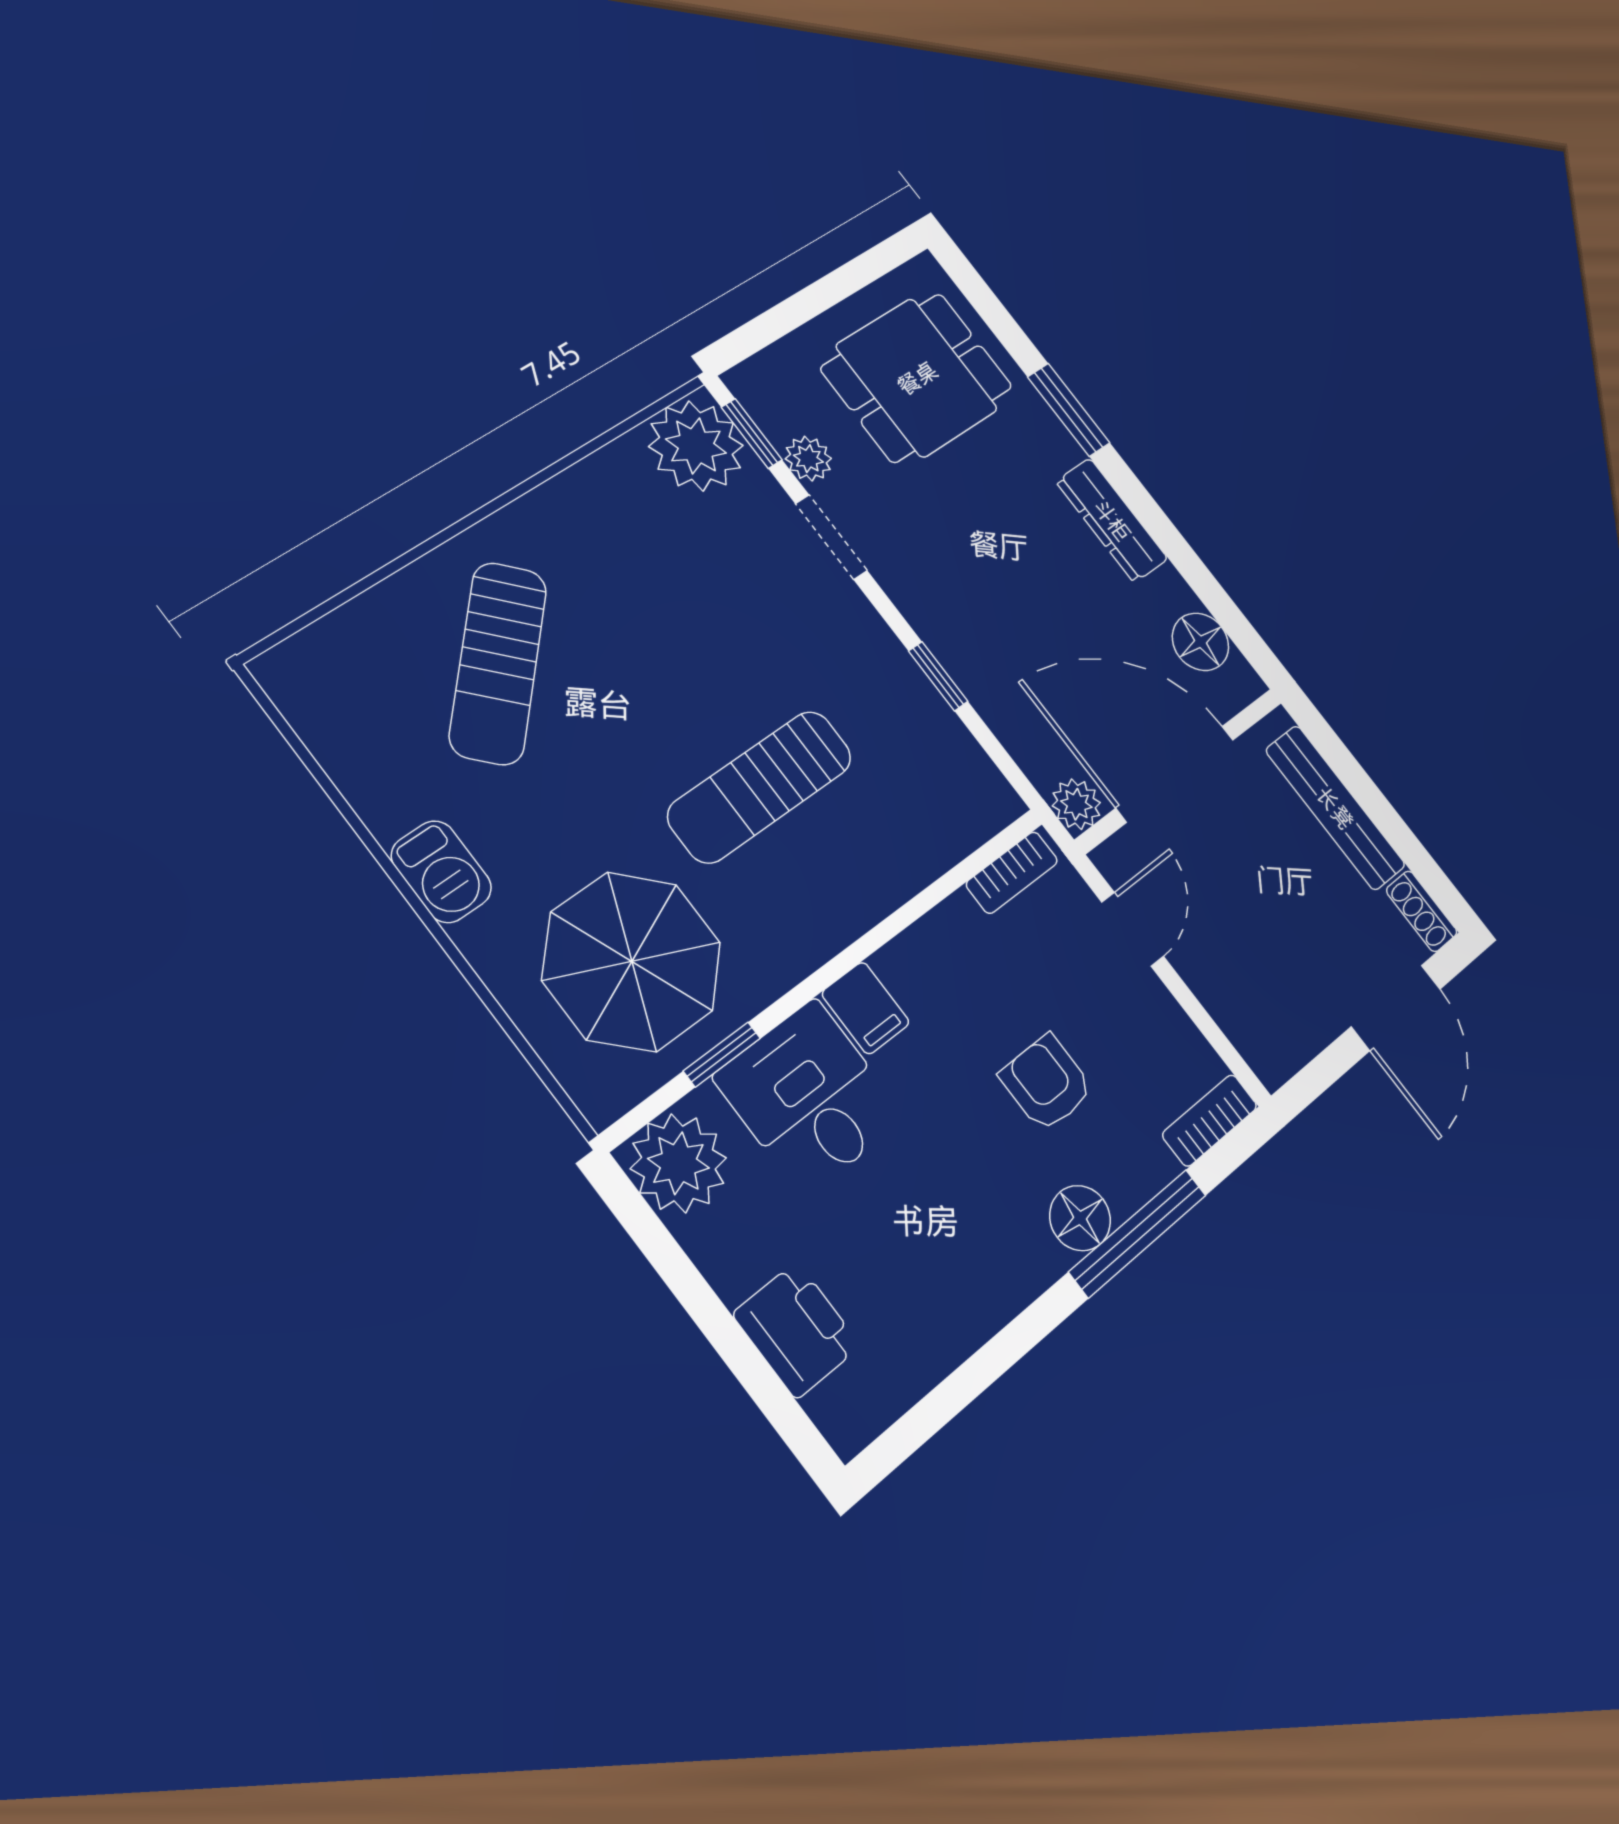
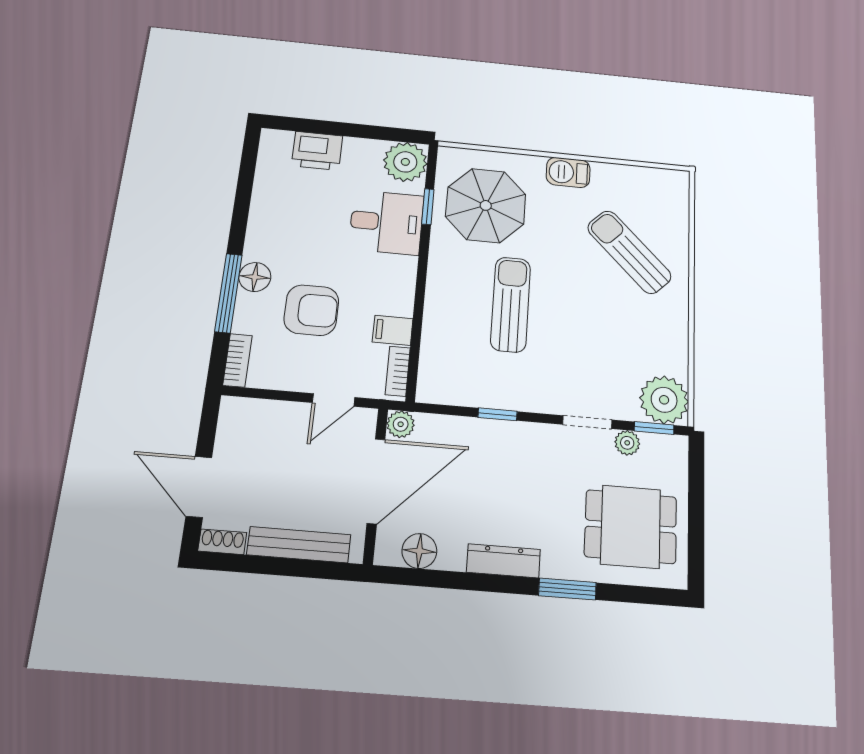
dining table: (917, 378) -> (631, 527), turned 90
door: (1133, 929) -> (334, 400), hinge flipped
filing cabinet: (866, 1008) -> (393, 330), moved
armchair: (1047, 1083) -> (311, 310), width x1.38, depth x1.38

